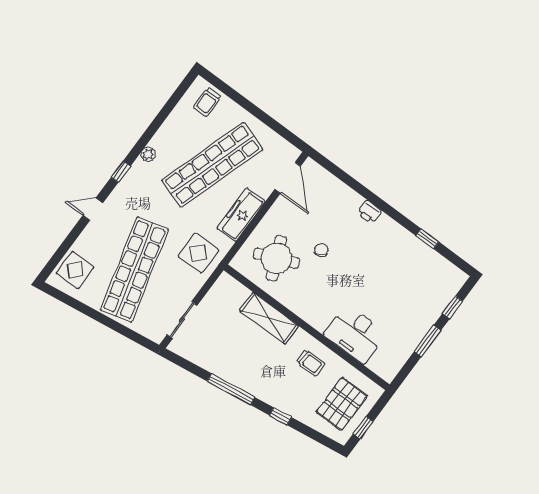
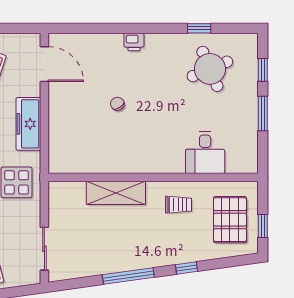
round table: (276, 258) -> (210, 69), moved
desk: (355, 334) -> (205, 153), width x0.73

